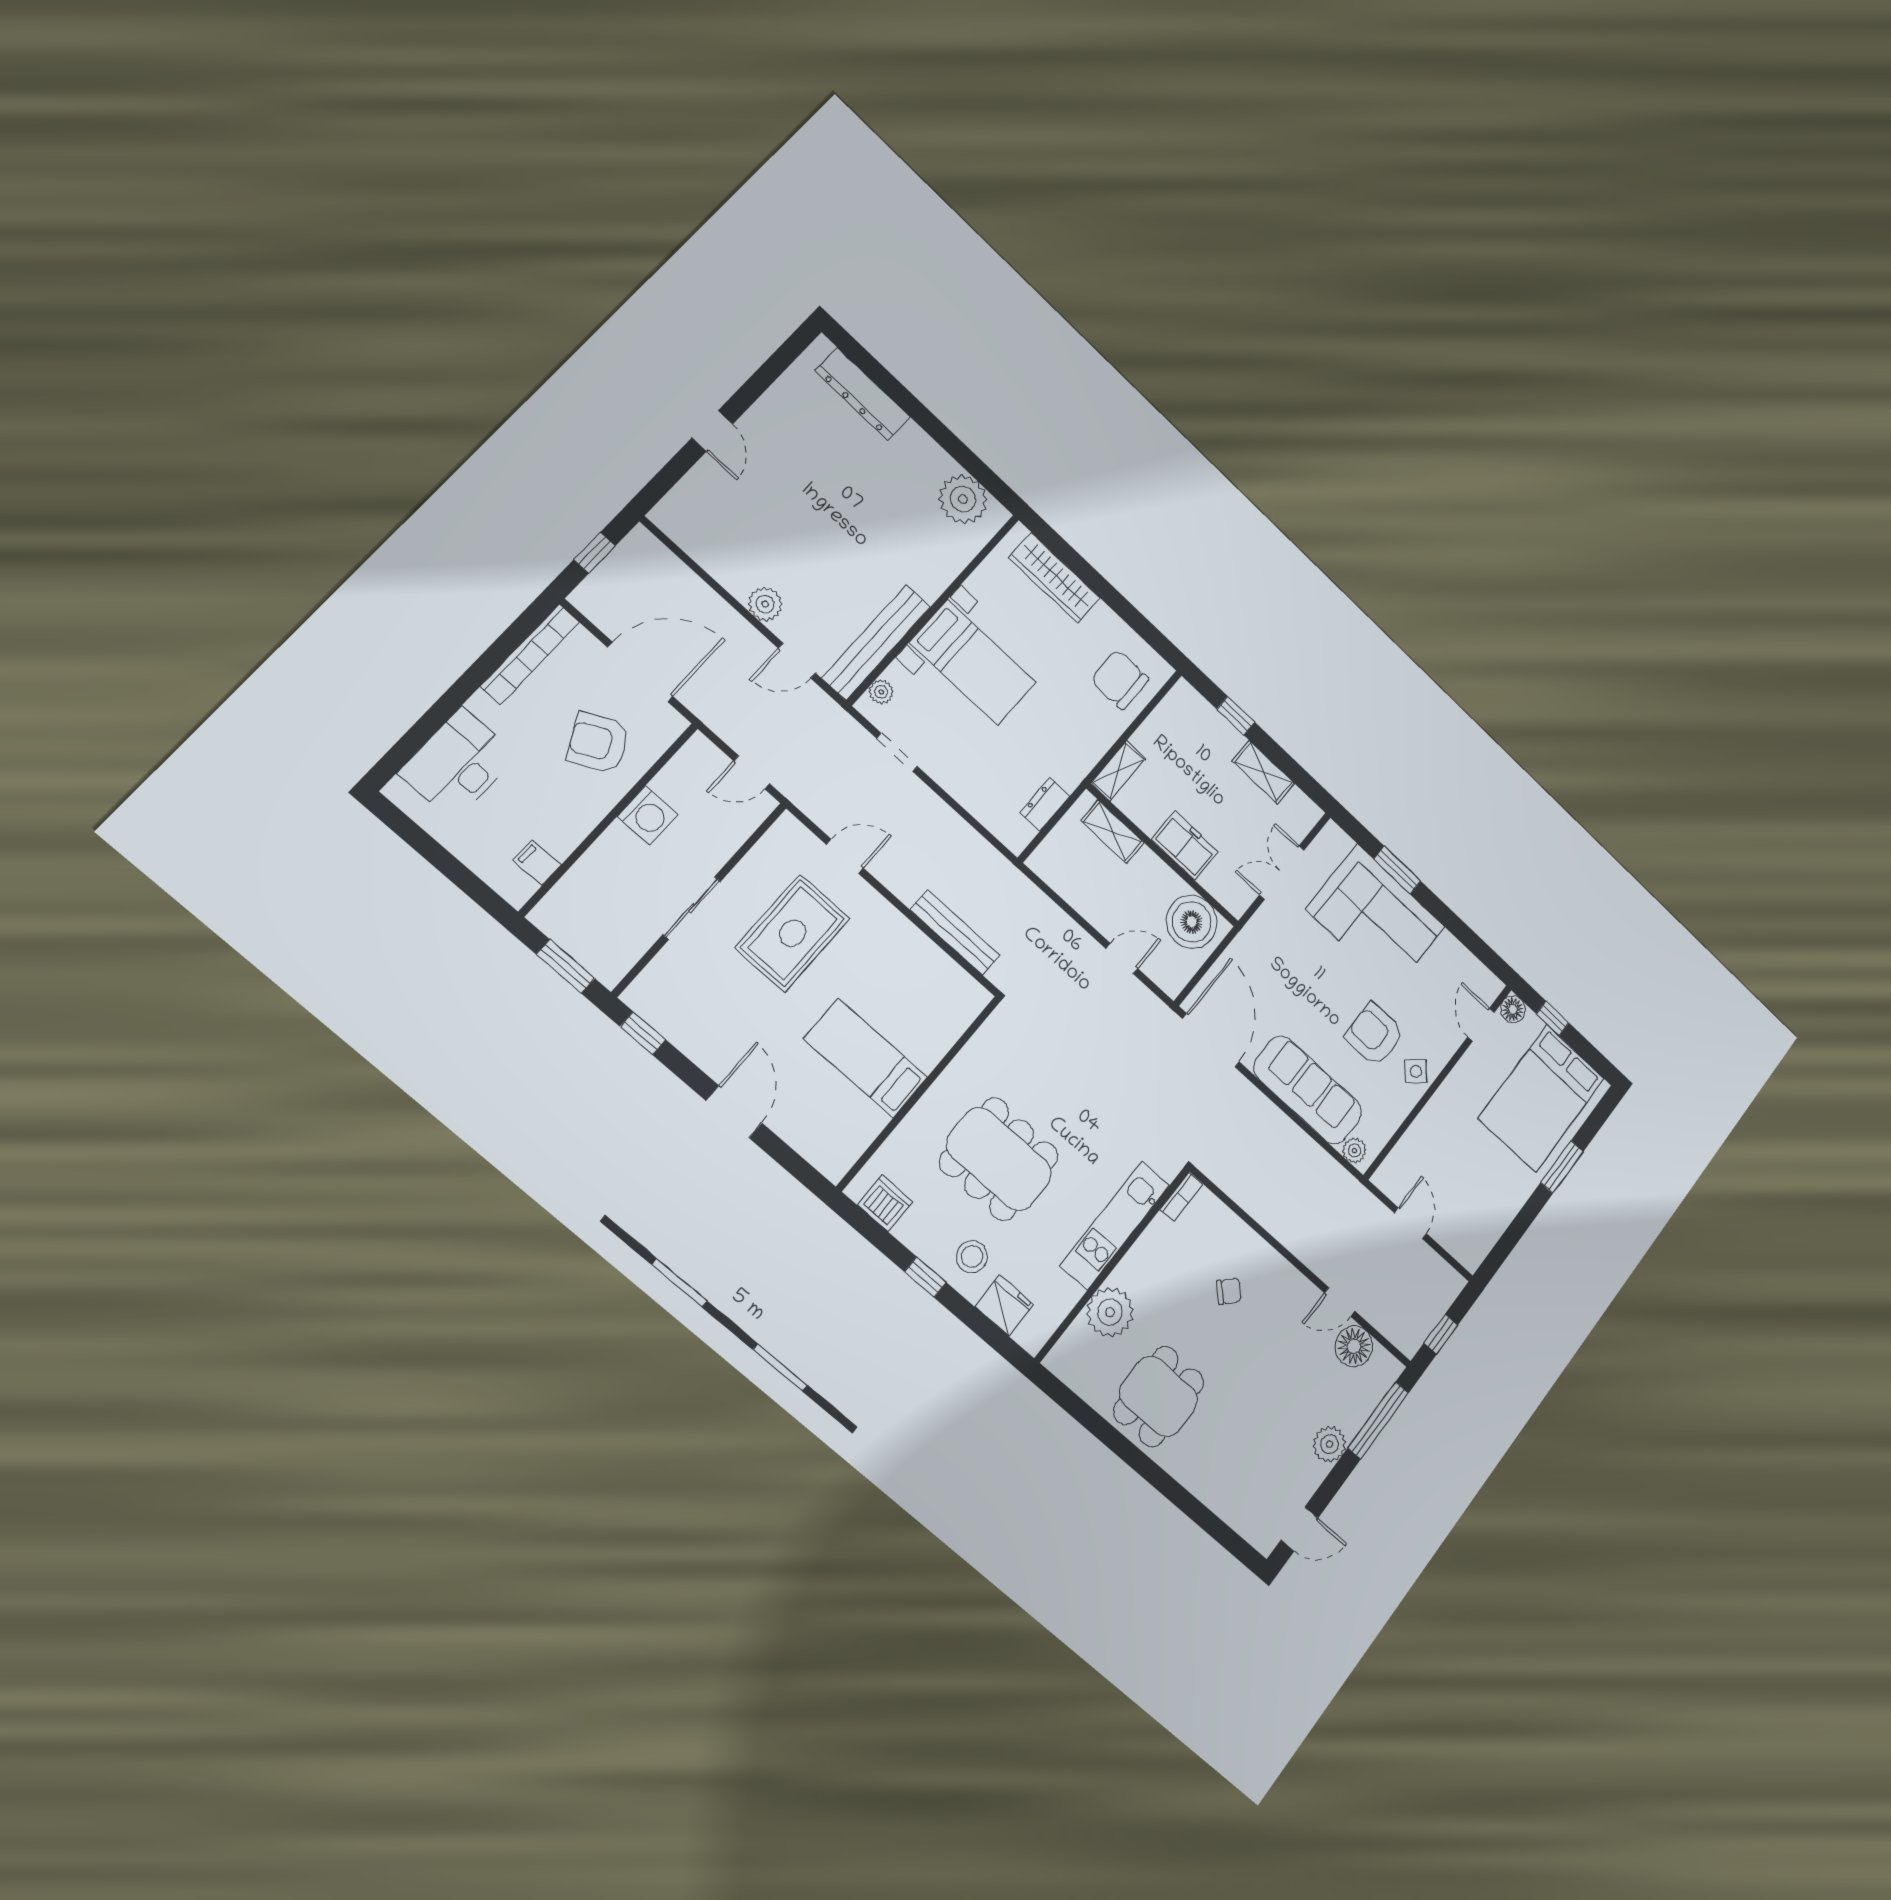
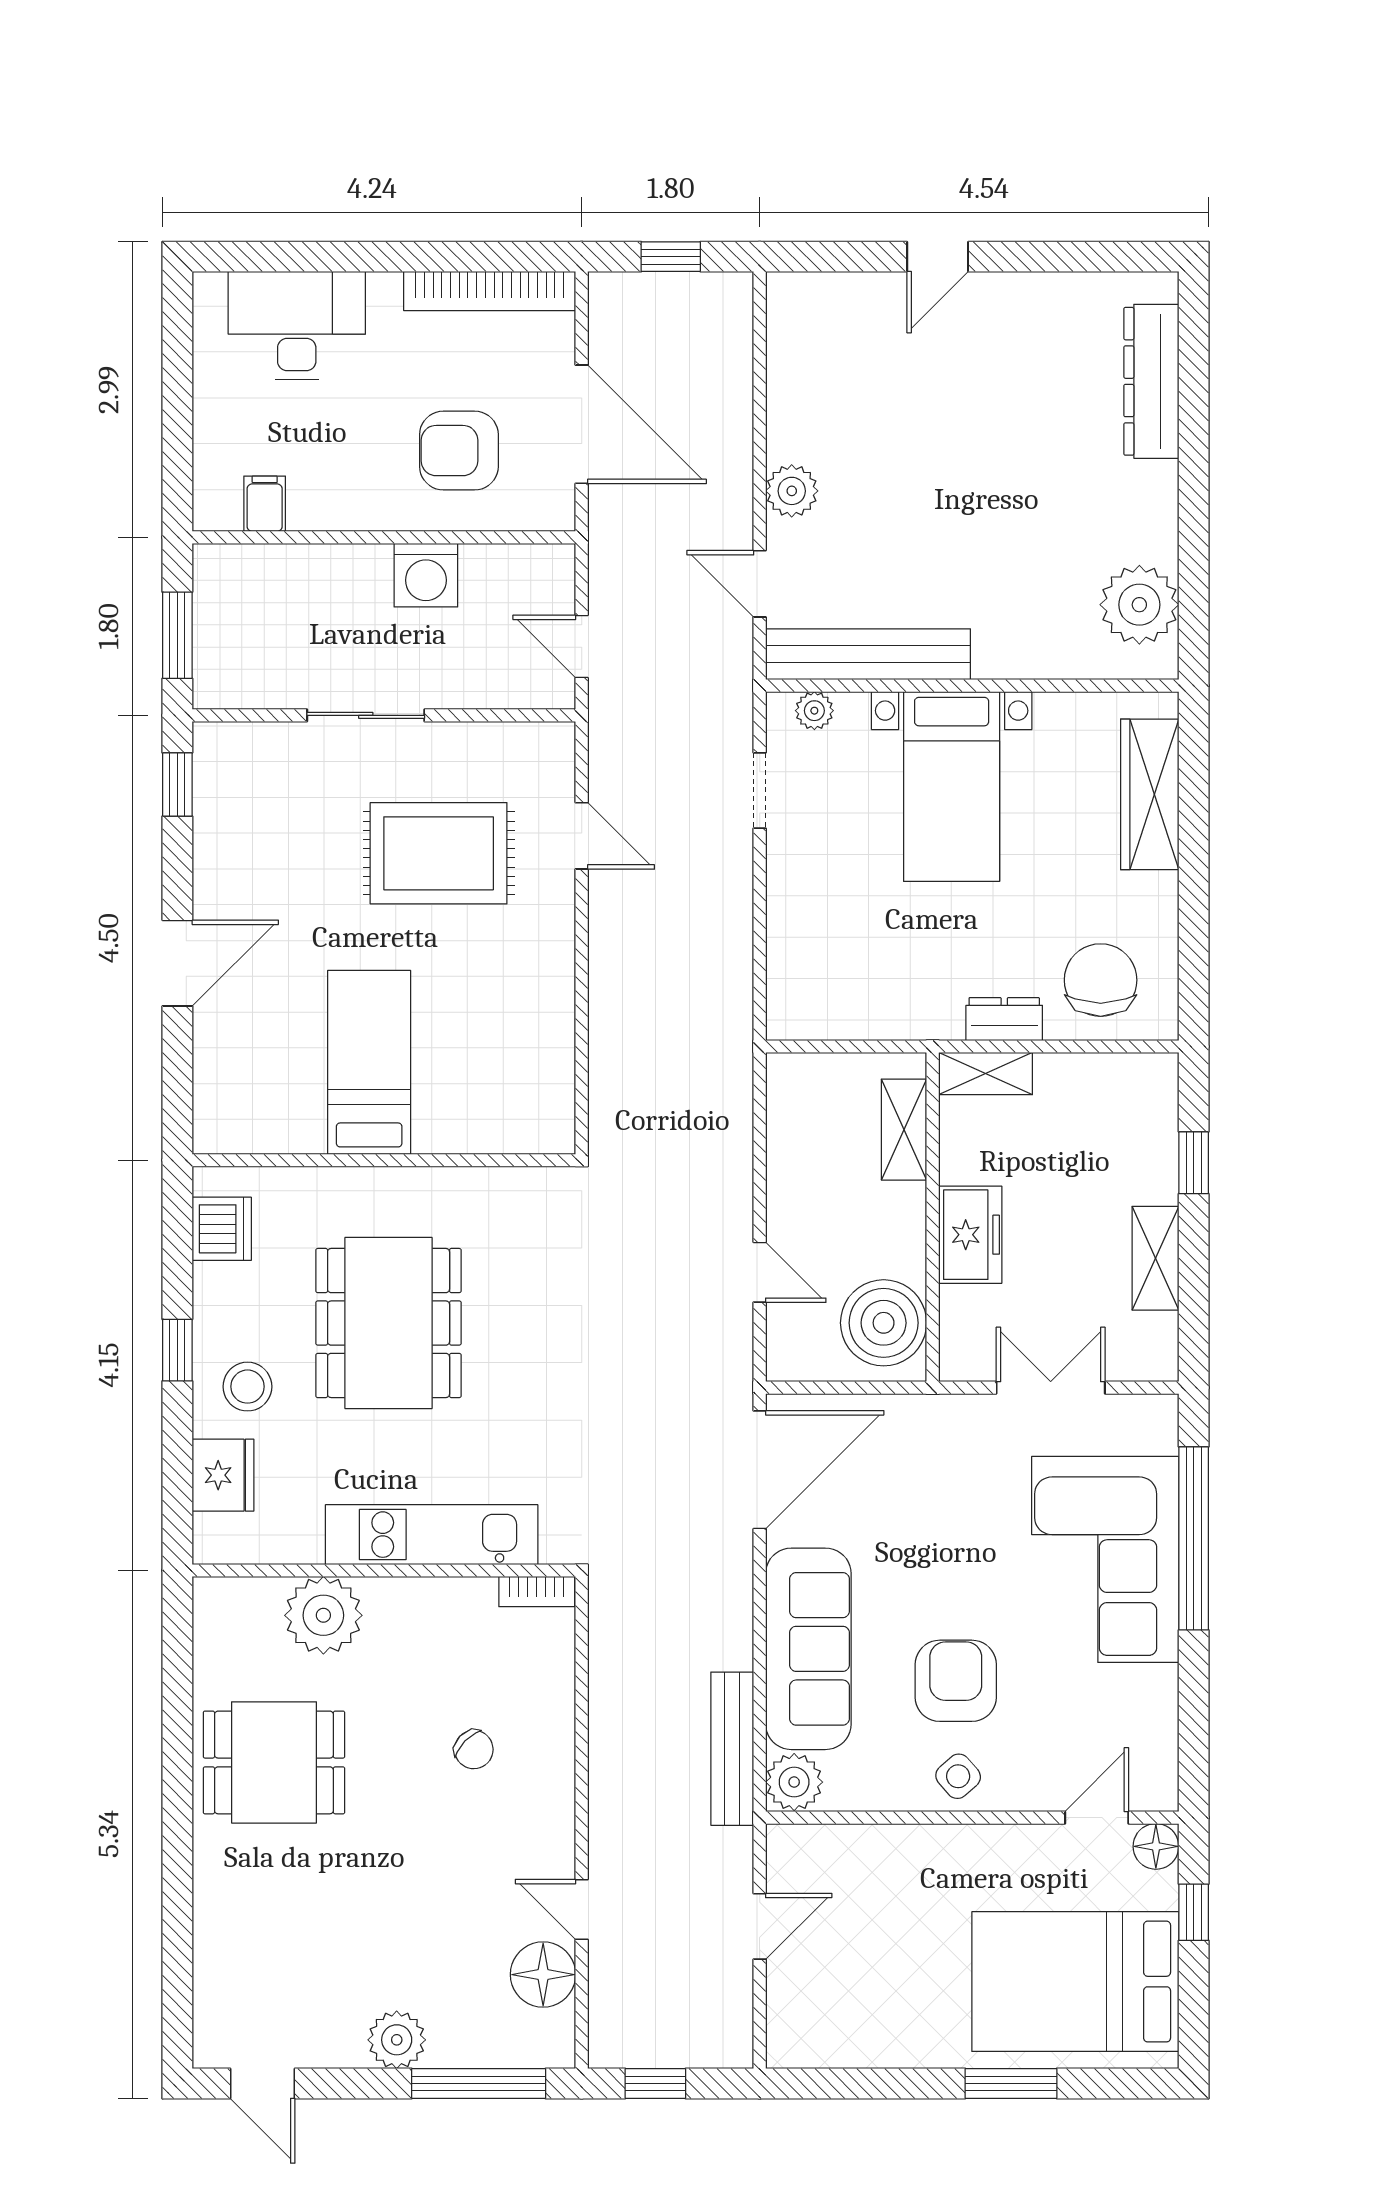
armchair: (598, 743) -> (459, 451), turned -63
dresser: (1045, 804) -> (1004, 1019), moved
window: (1397, 870) -> (1194, 1538), width x2.11
bench: (955, 932) -> (732, 1749), moved
plant: (1354, 1151) -> (794, 1782), width x1.38, depth x1.38

